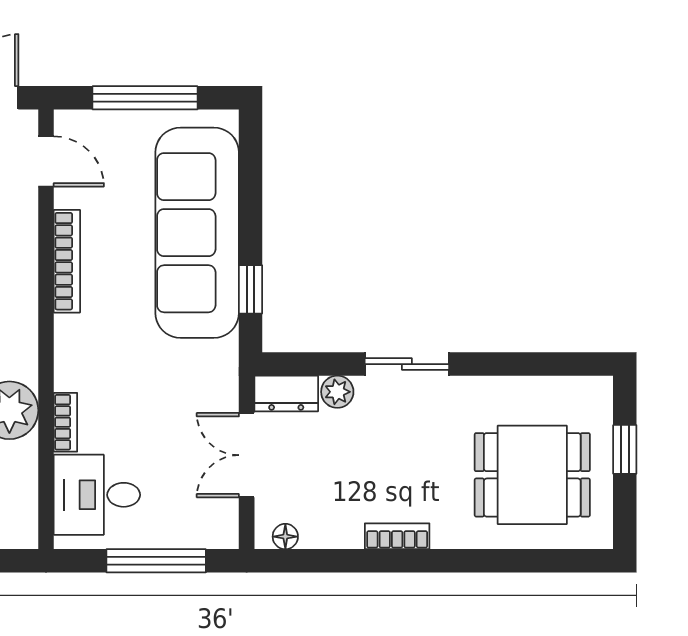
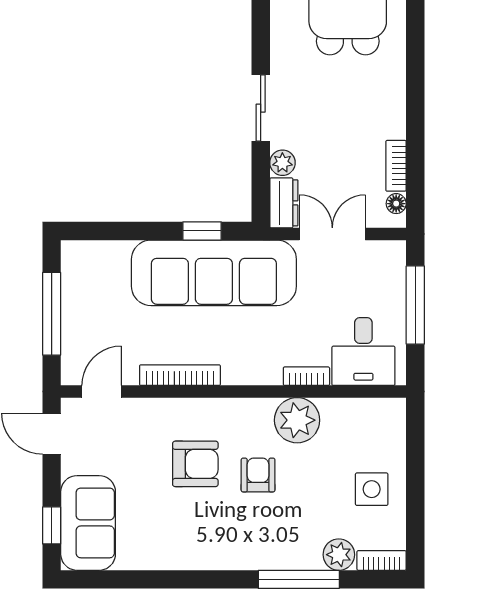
sofa: (197, 233) -> (214, 273), moved
double door: (247, 455) -> (332, 234), swing flipped
bookcase: (397, 536) -> (396, 166), moved

